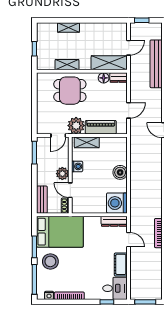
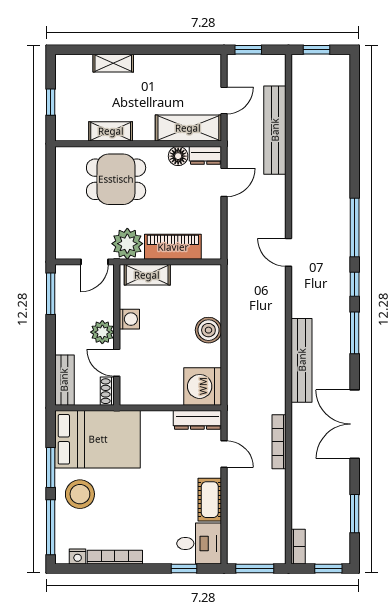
door: (129, 110) -> (224, 182), moved

